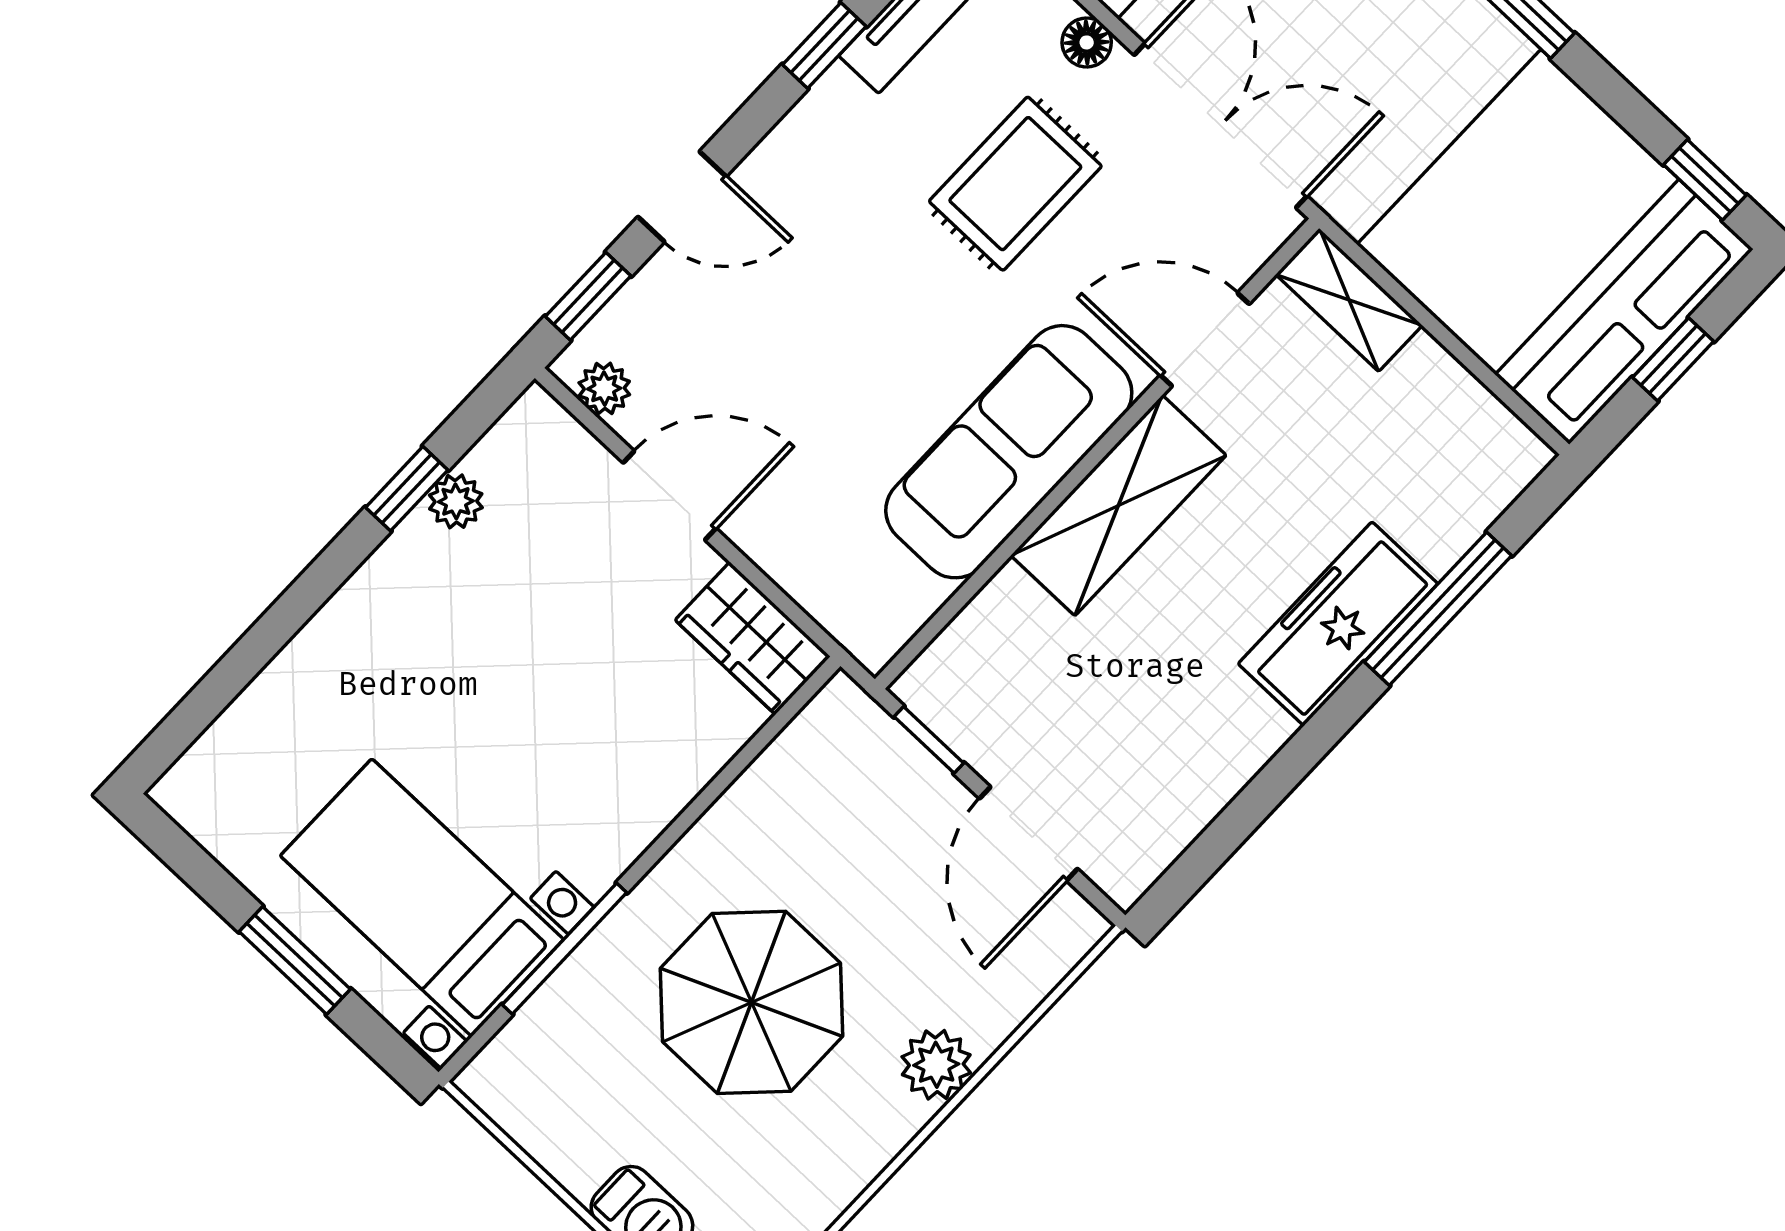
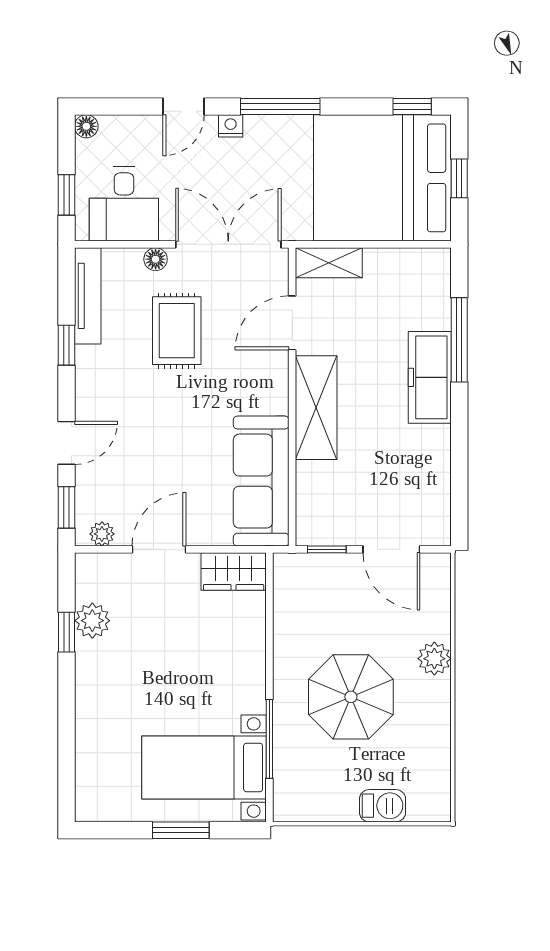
sofa: (1009, 452) -> (261, 481), moved
plant: (456, 501) -> (92, 621), width x1.38, depth x1.38

